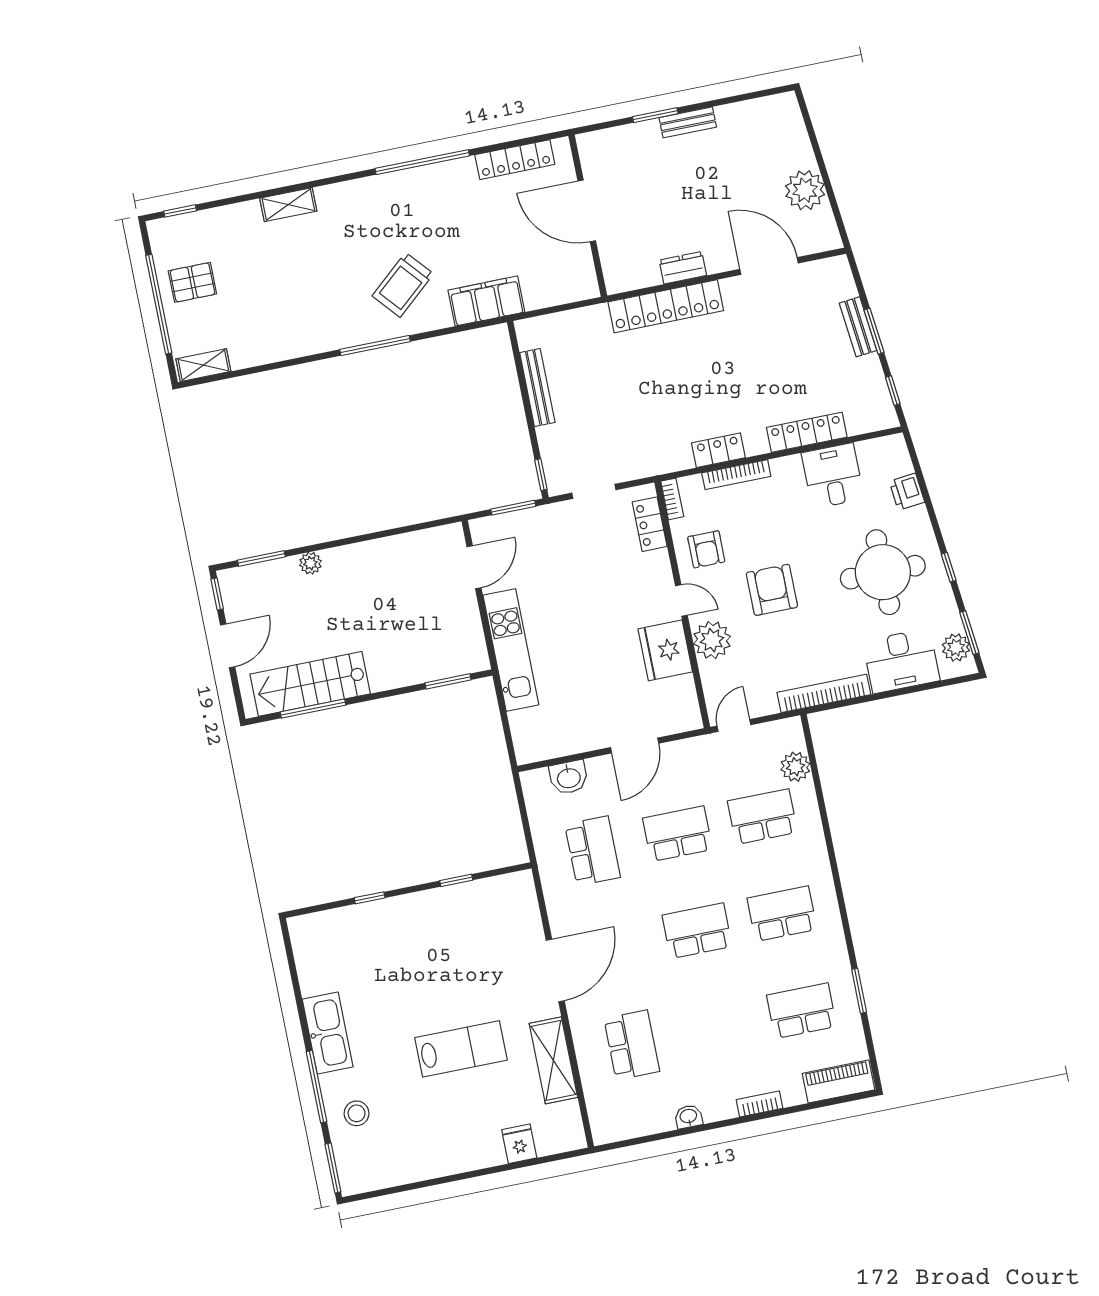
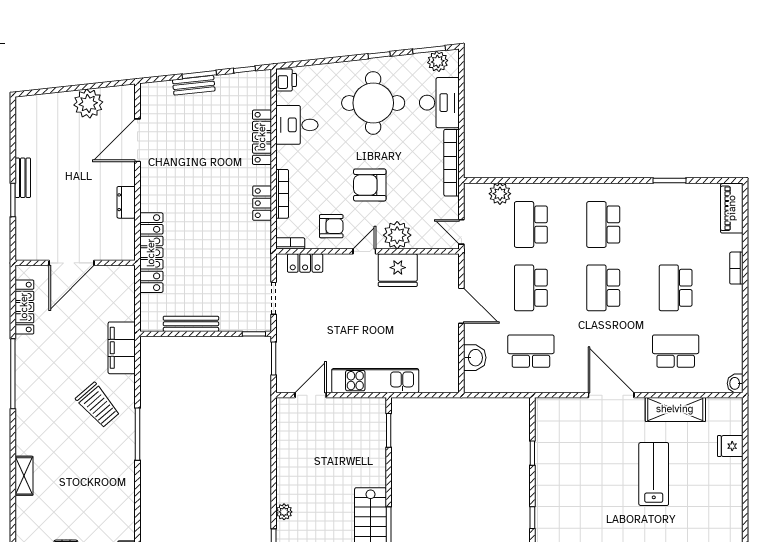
locker: (666, 306) -> (151, 253), moved
printer: (907, 492) -> (286, 80), moved, turned -84
door: (474, 567) -> (311, 395), hinge flipped
school desk: (802, 1011) -> (676, 288), moved
washbasin: (688, 1117) -> (735, 383), moved

